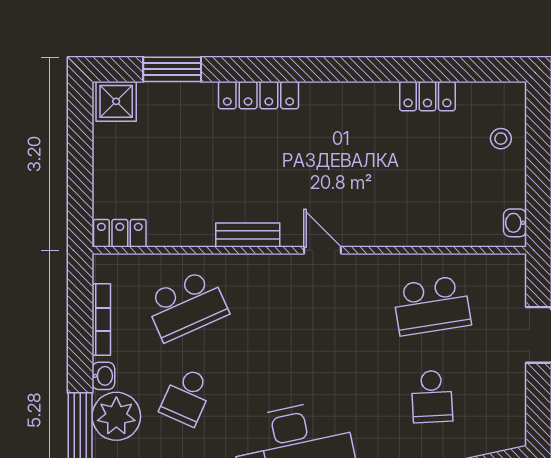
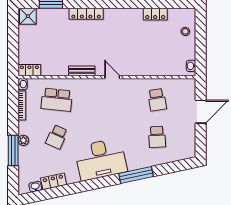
school desk: (187, 306) -> (57, 100), turned 30
school desk: (432, 306) -> (157, 100), width x0.54
washbasin: (103, 376) -> (23, 84), moved
plant: (116, 416) -> (23, 140), width x0.53, depth x0.53

